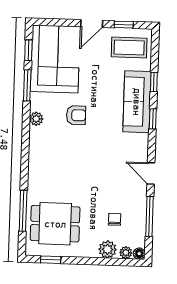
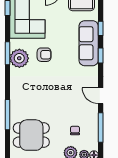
window: (27, 85) -> (7, 53), moved
plant: (36, 119) -> (19, 58), width x1.88, depth x1.88
window: (23, 211) -> (7, 115), moved

